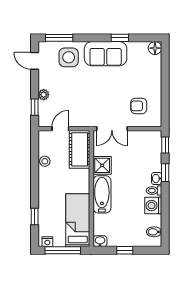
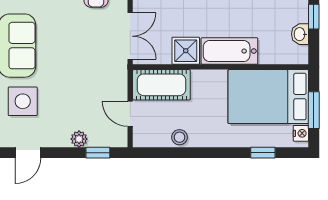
bed: (78, 220) -> (268, 97), width x1.50
washbasin: (100, 241) -> (300, 34), moved
window: (63, 250) -> (314, 110), width x0.69

